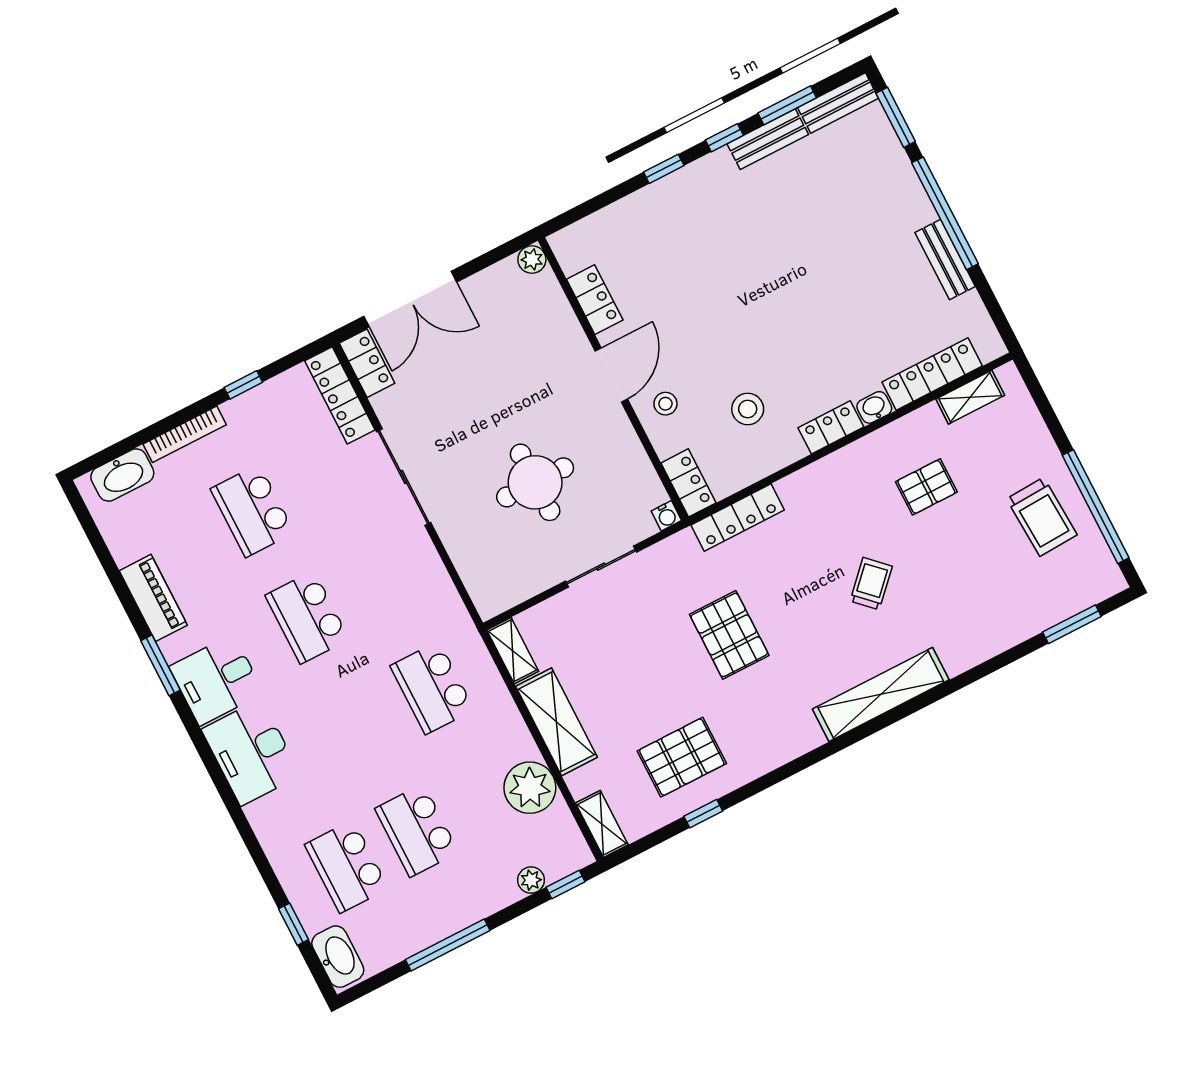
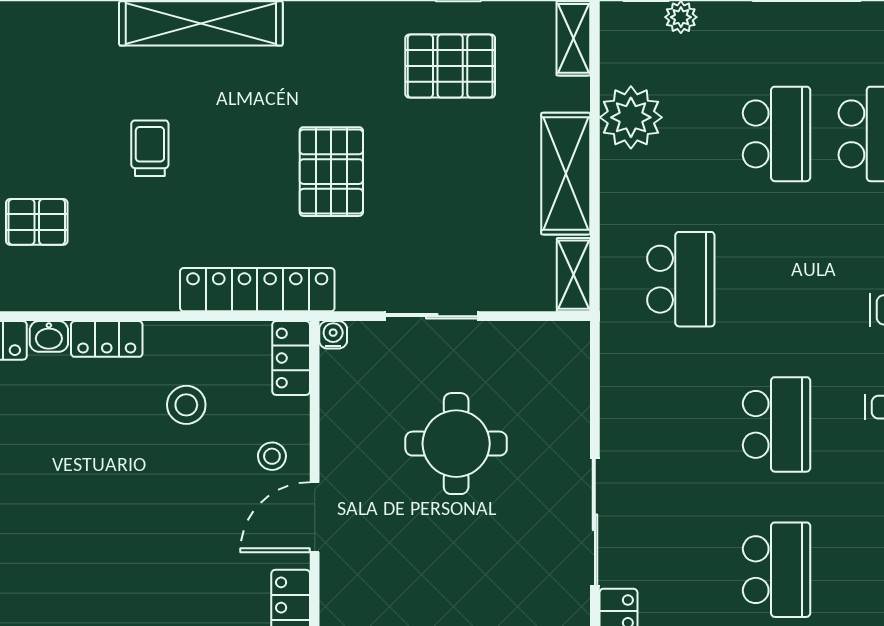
locker: (738, 518) -> (257, 290), width x1.41, depth x1.21
trolley: (871, 584) -> (150, 148), turned 136

